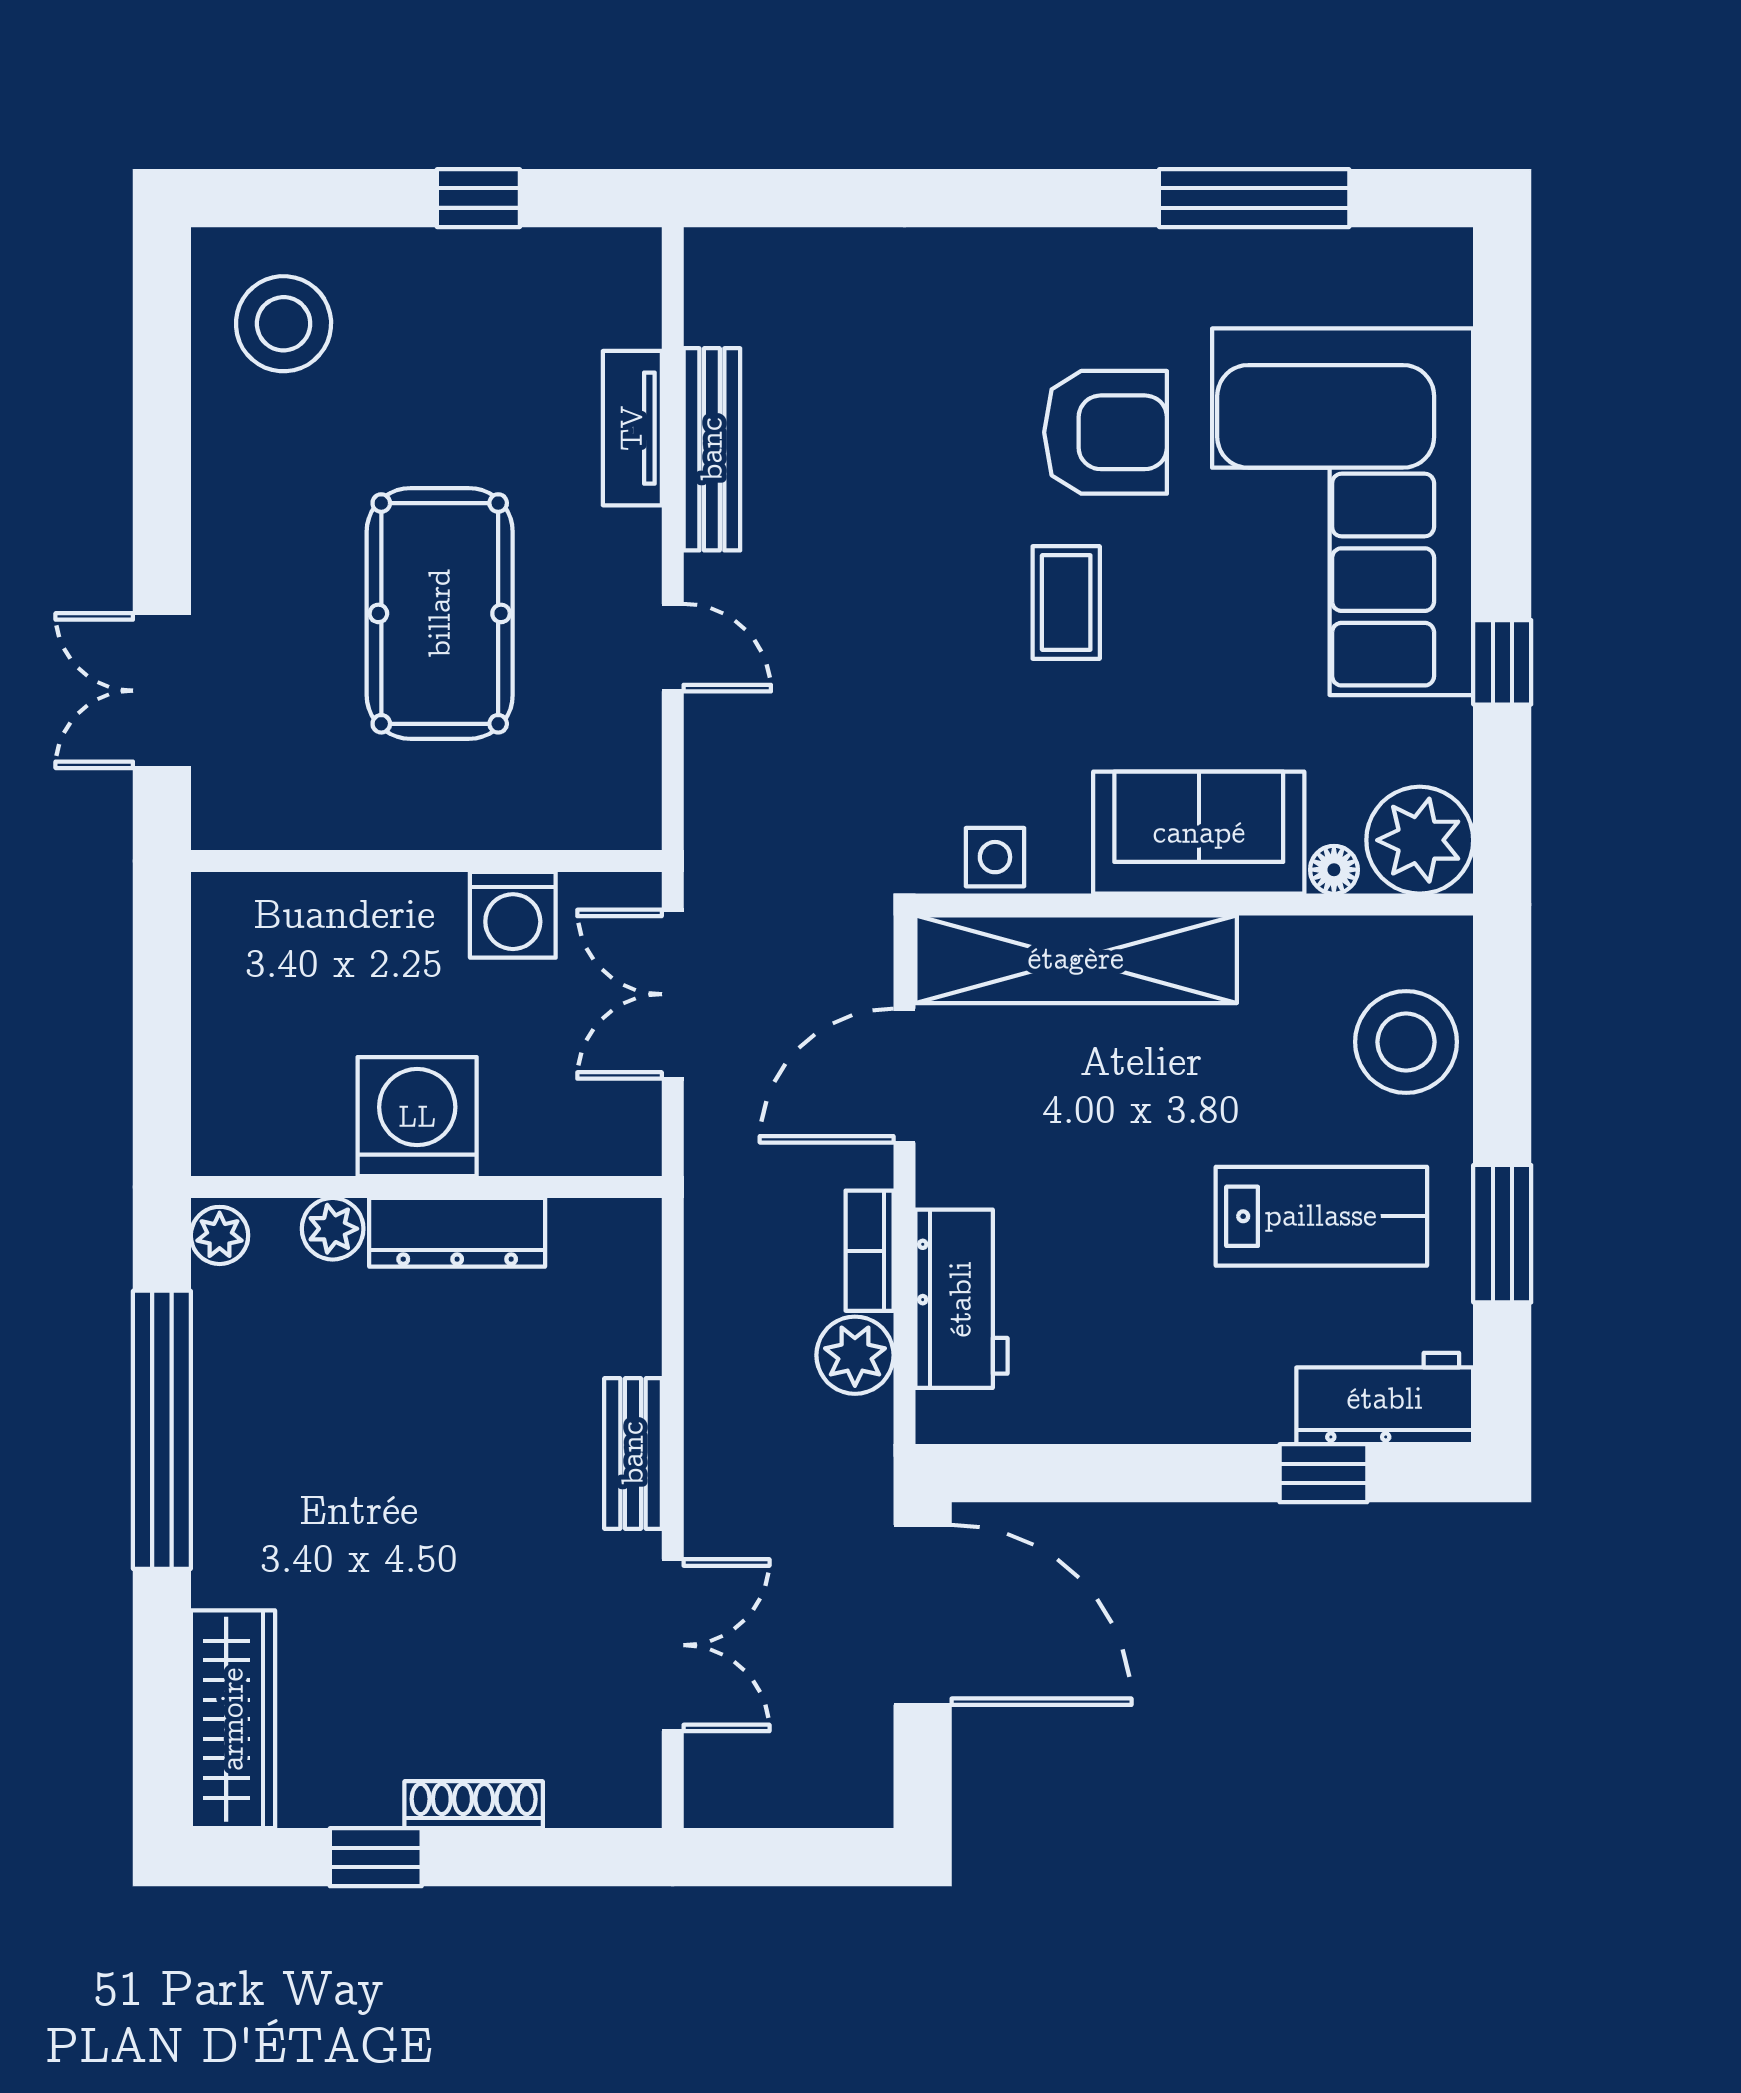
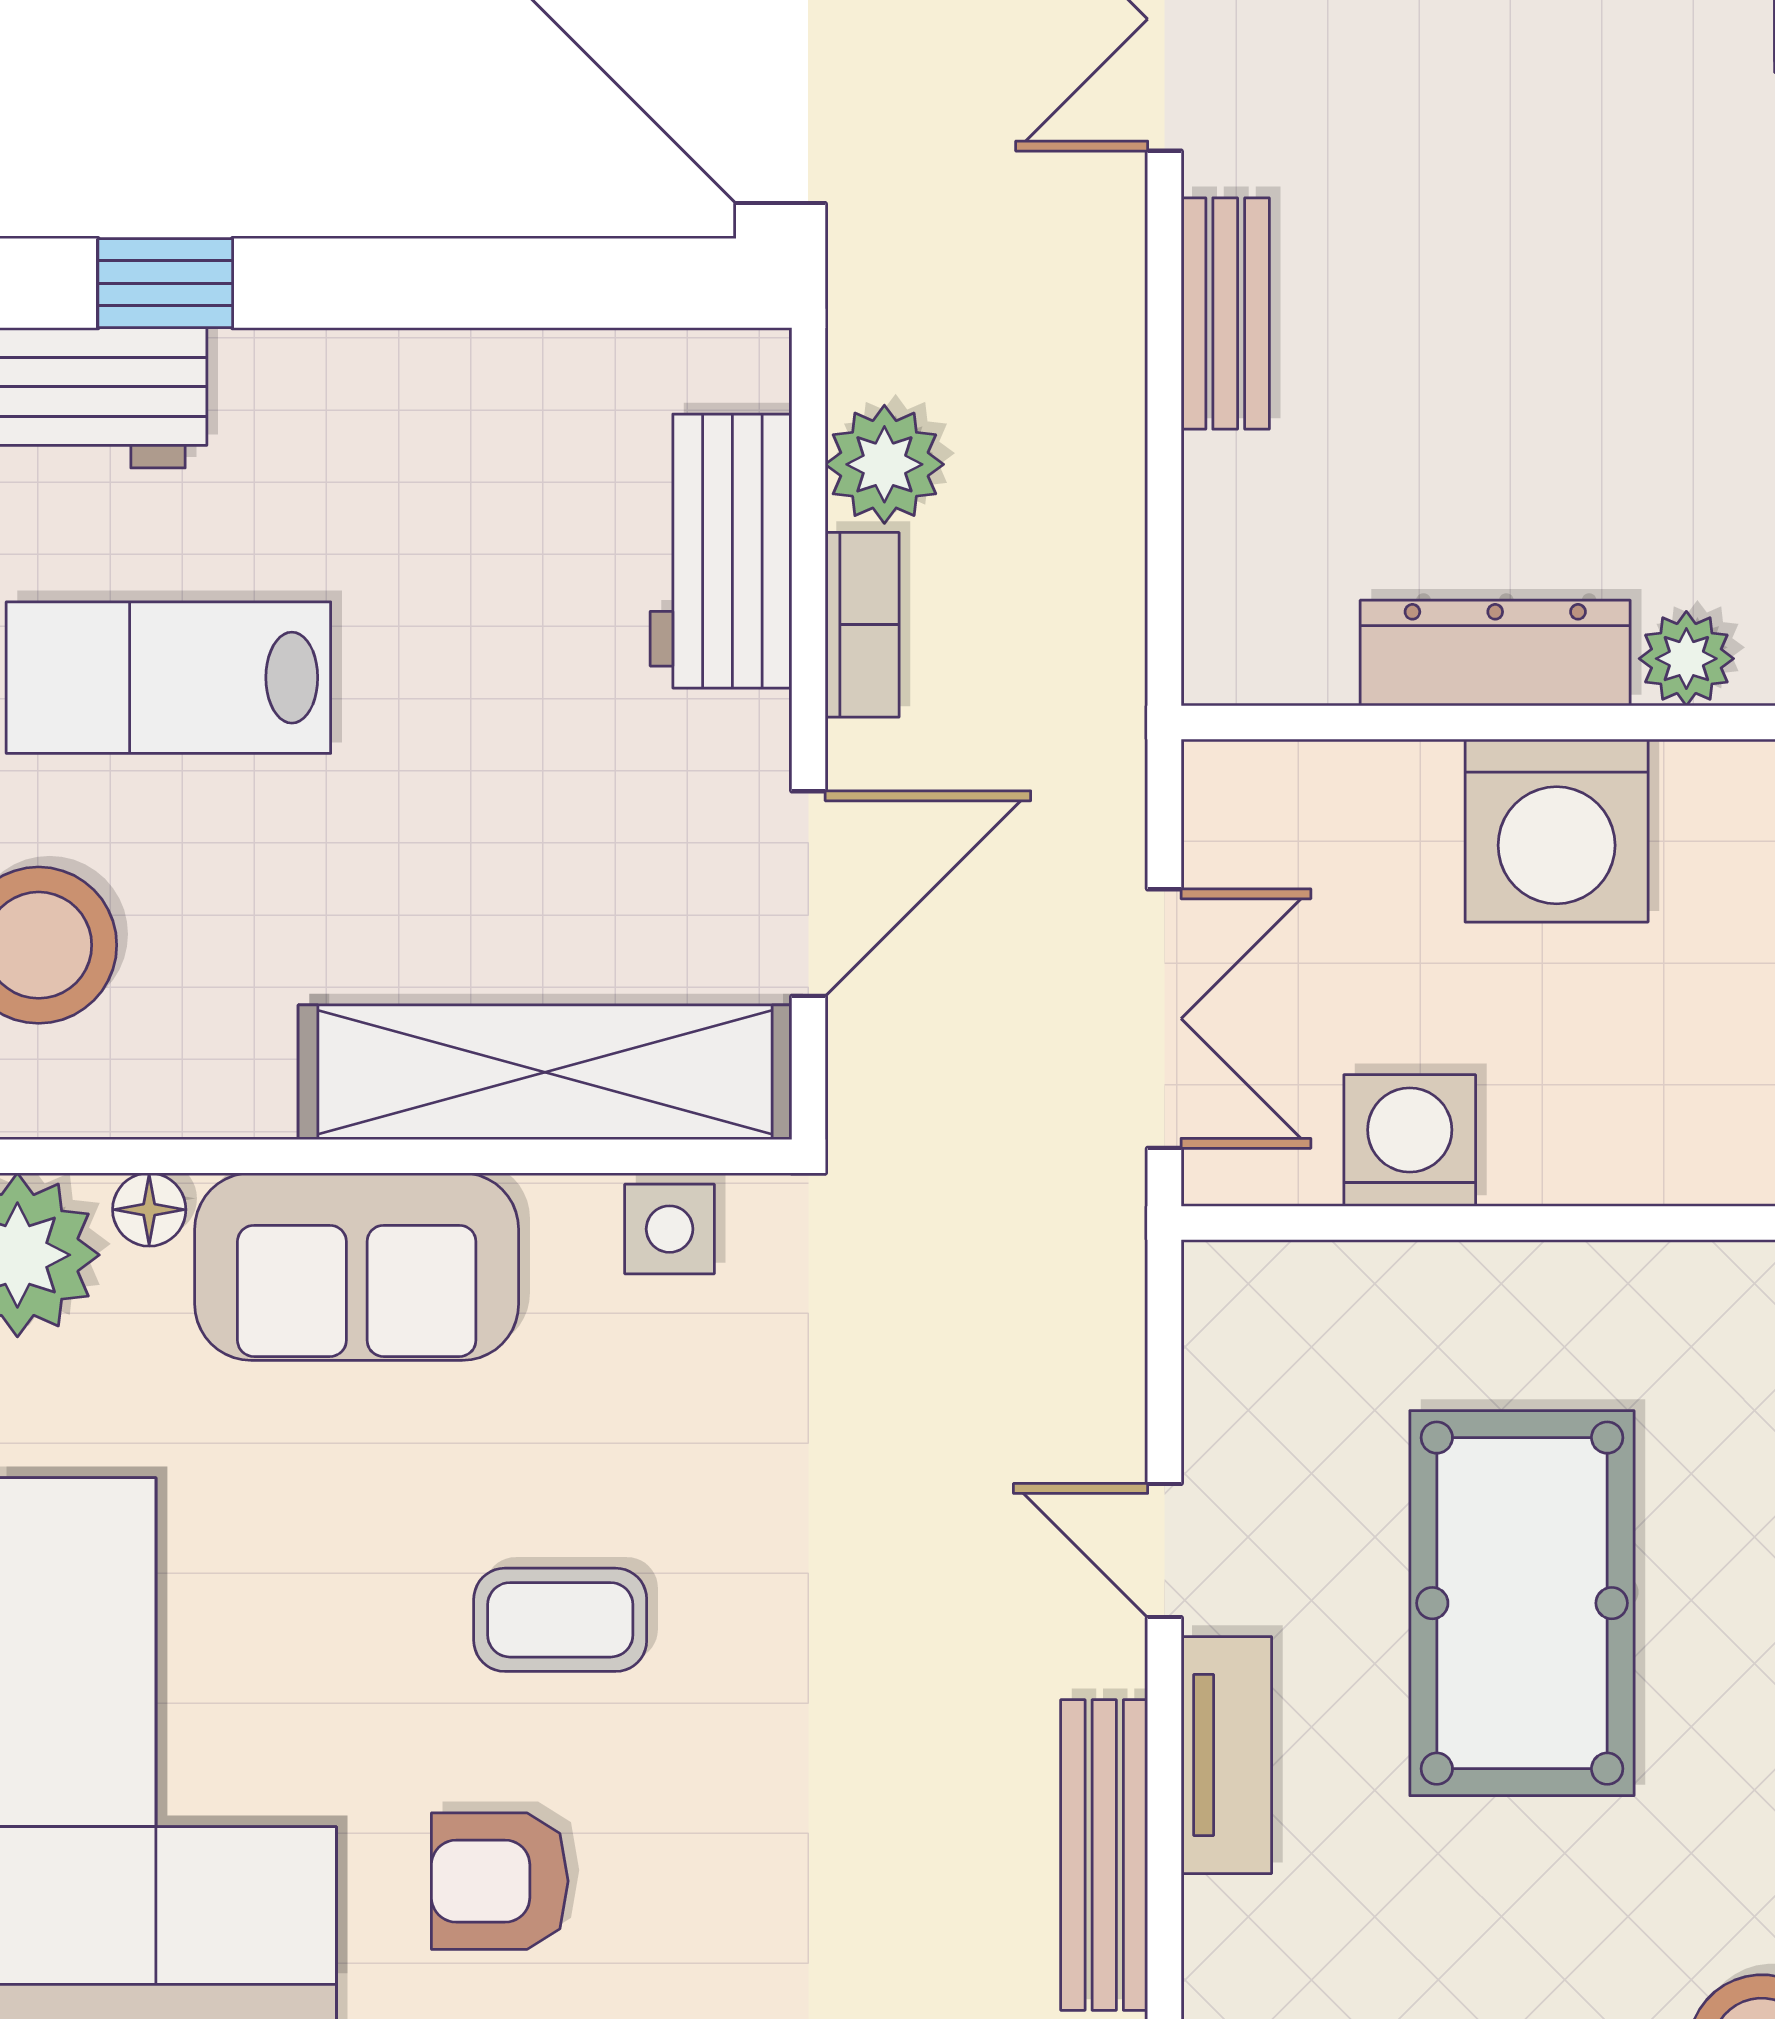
tv unit: (632, 428) -> (1226, 1755), moved
armchair: (1106, 432) -> (500, 1881), width x0.72, depth x0.72
coffee table: (1066, 603) -> (560, 1620), turned 90

